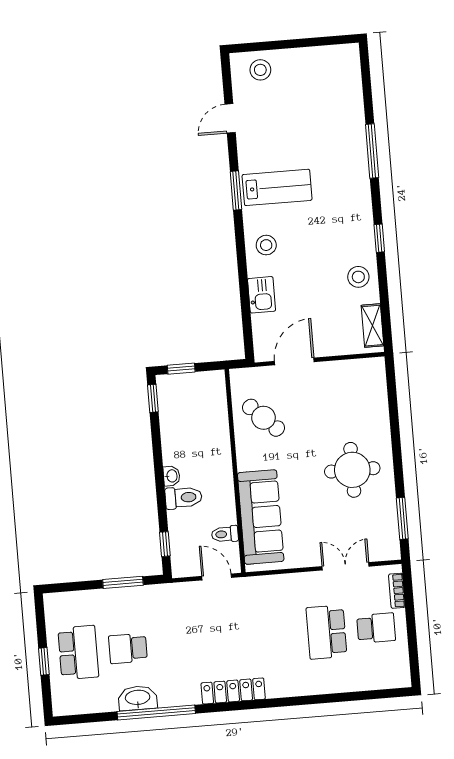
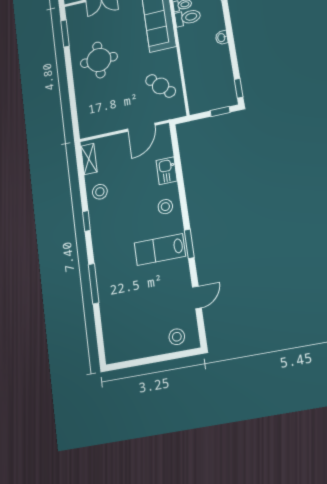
toilet: (184, 498) -> (188, 17), moved, turned 180

